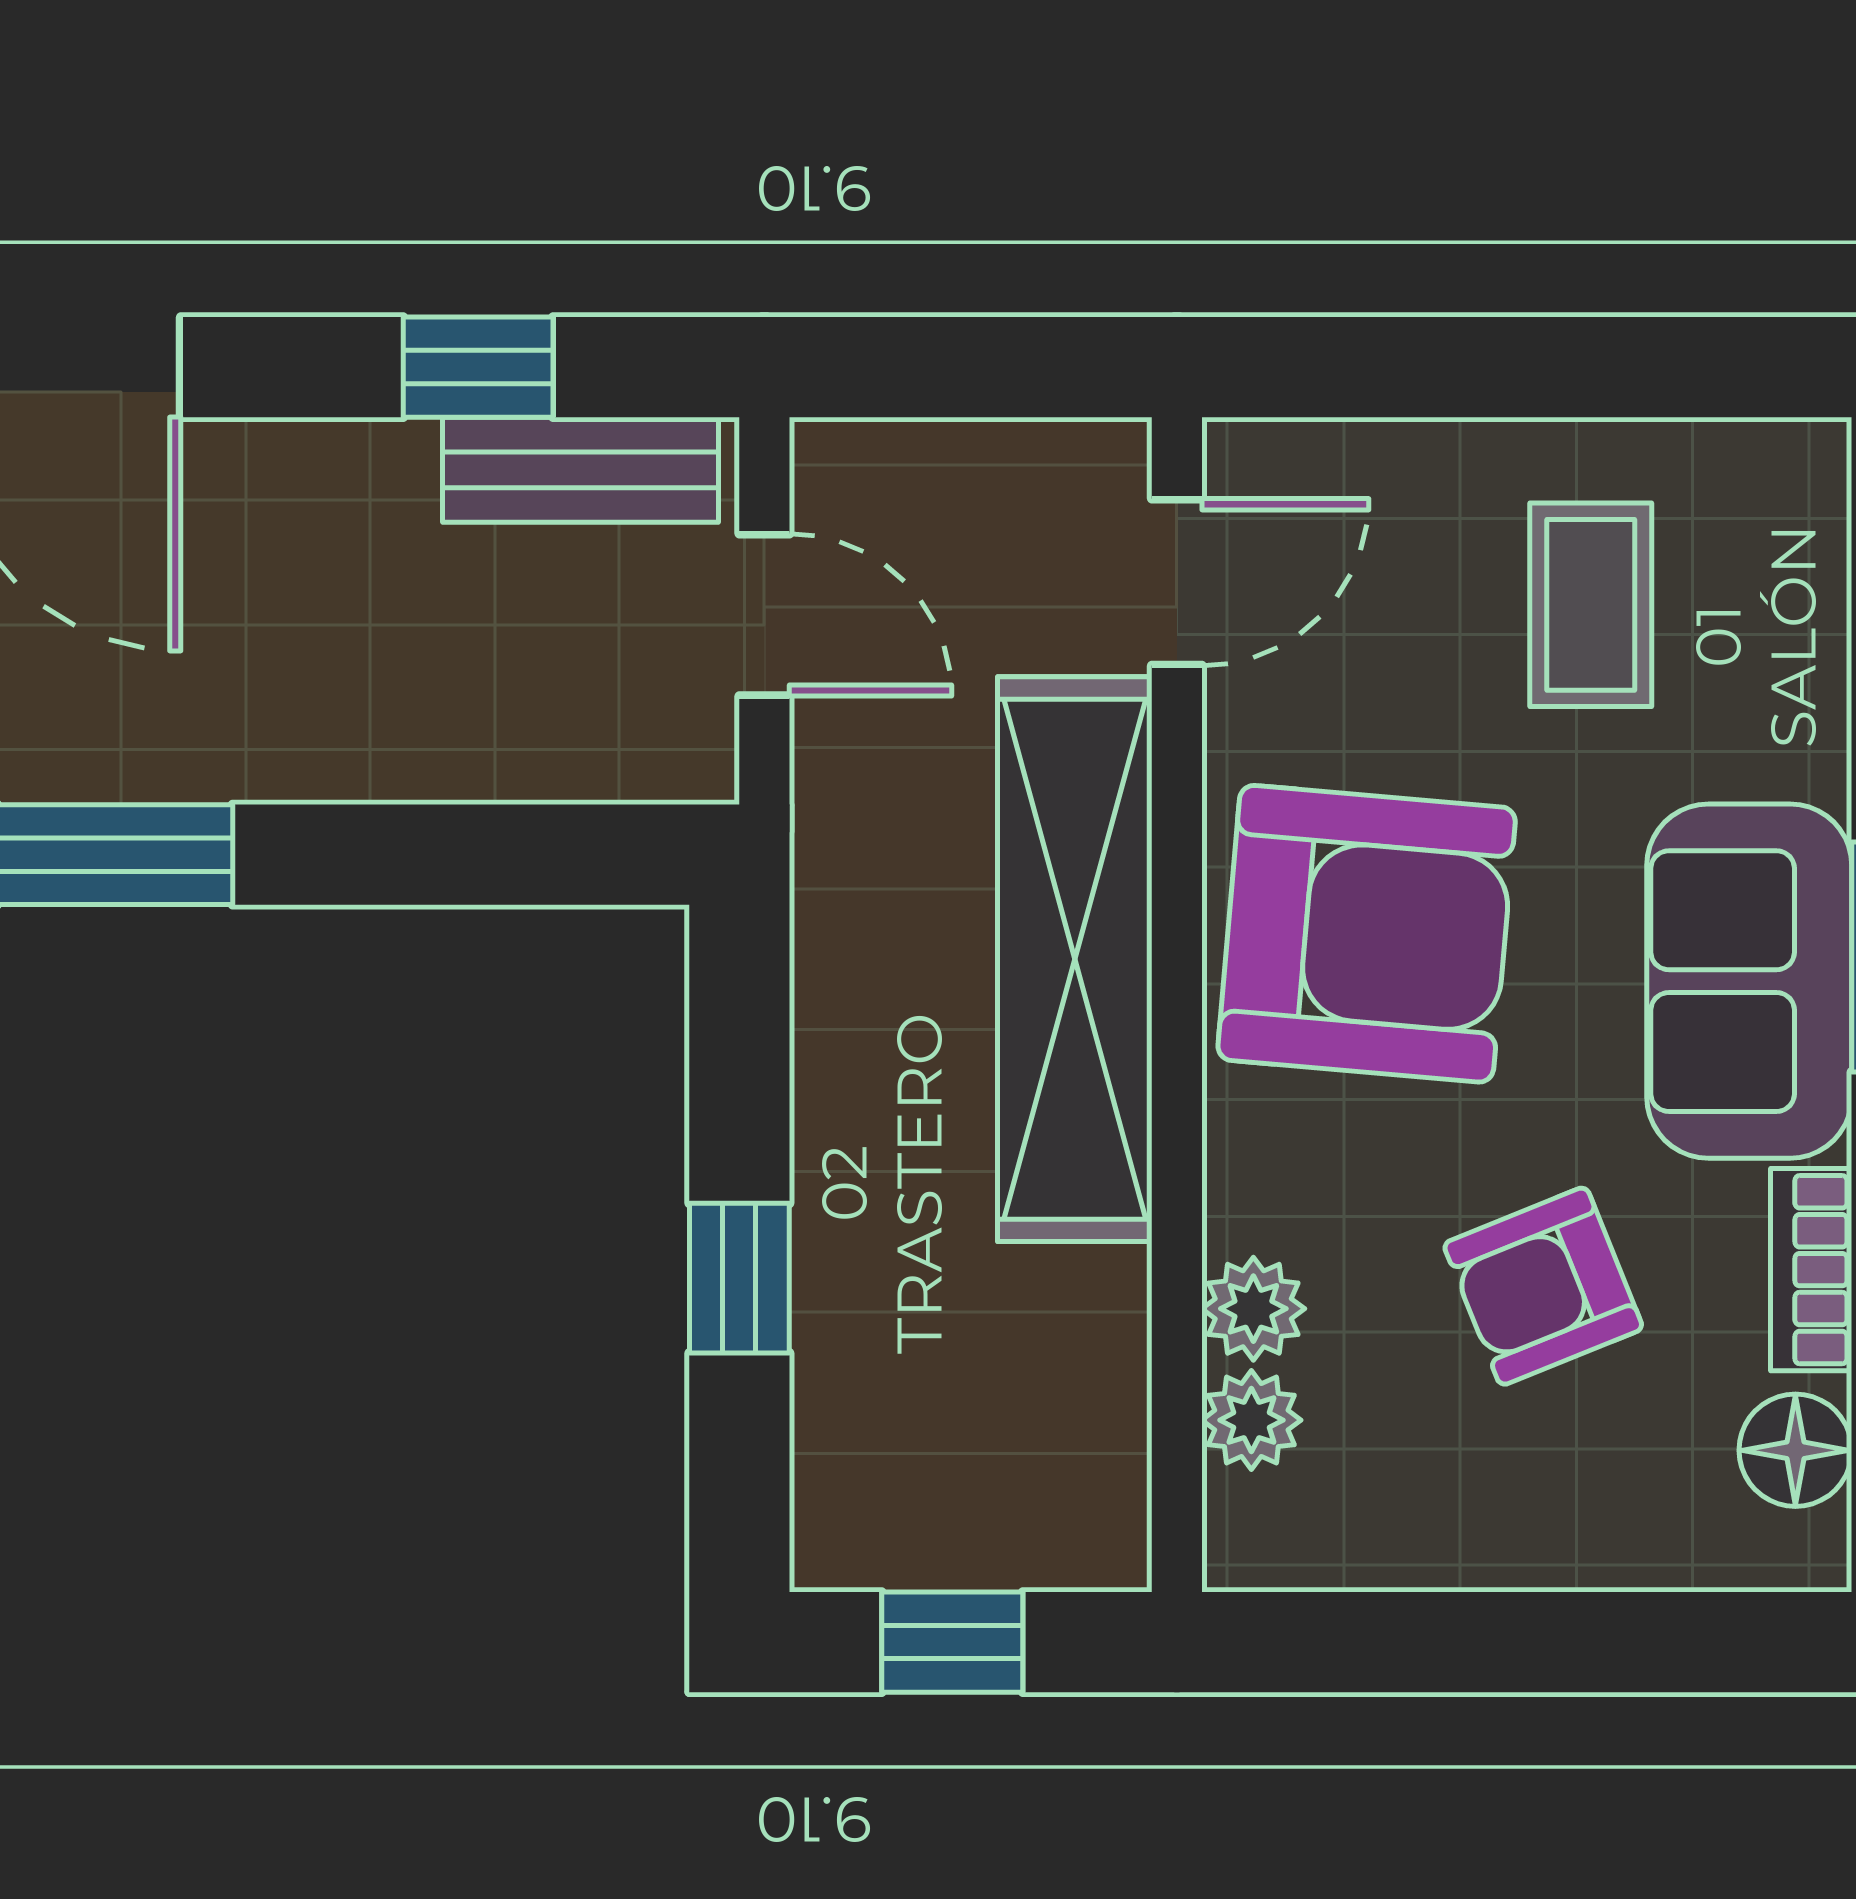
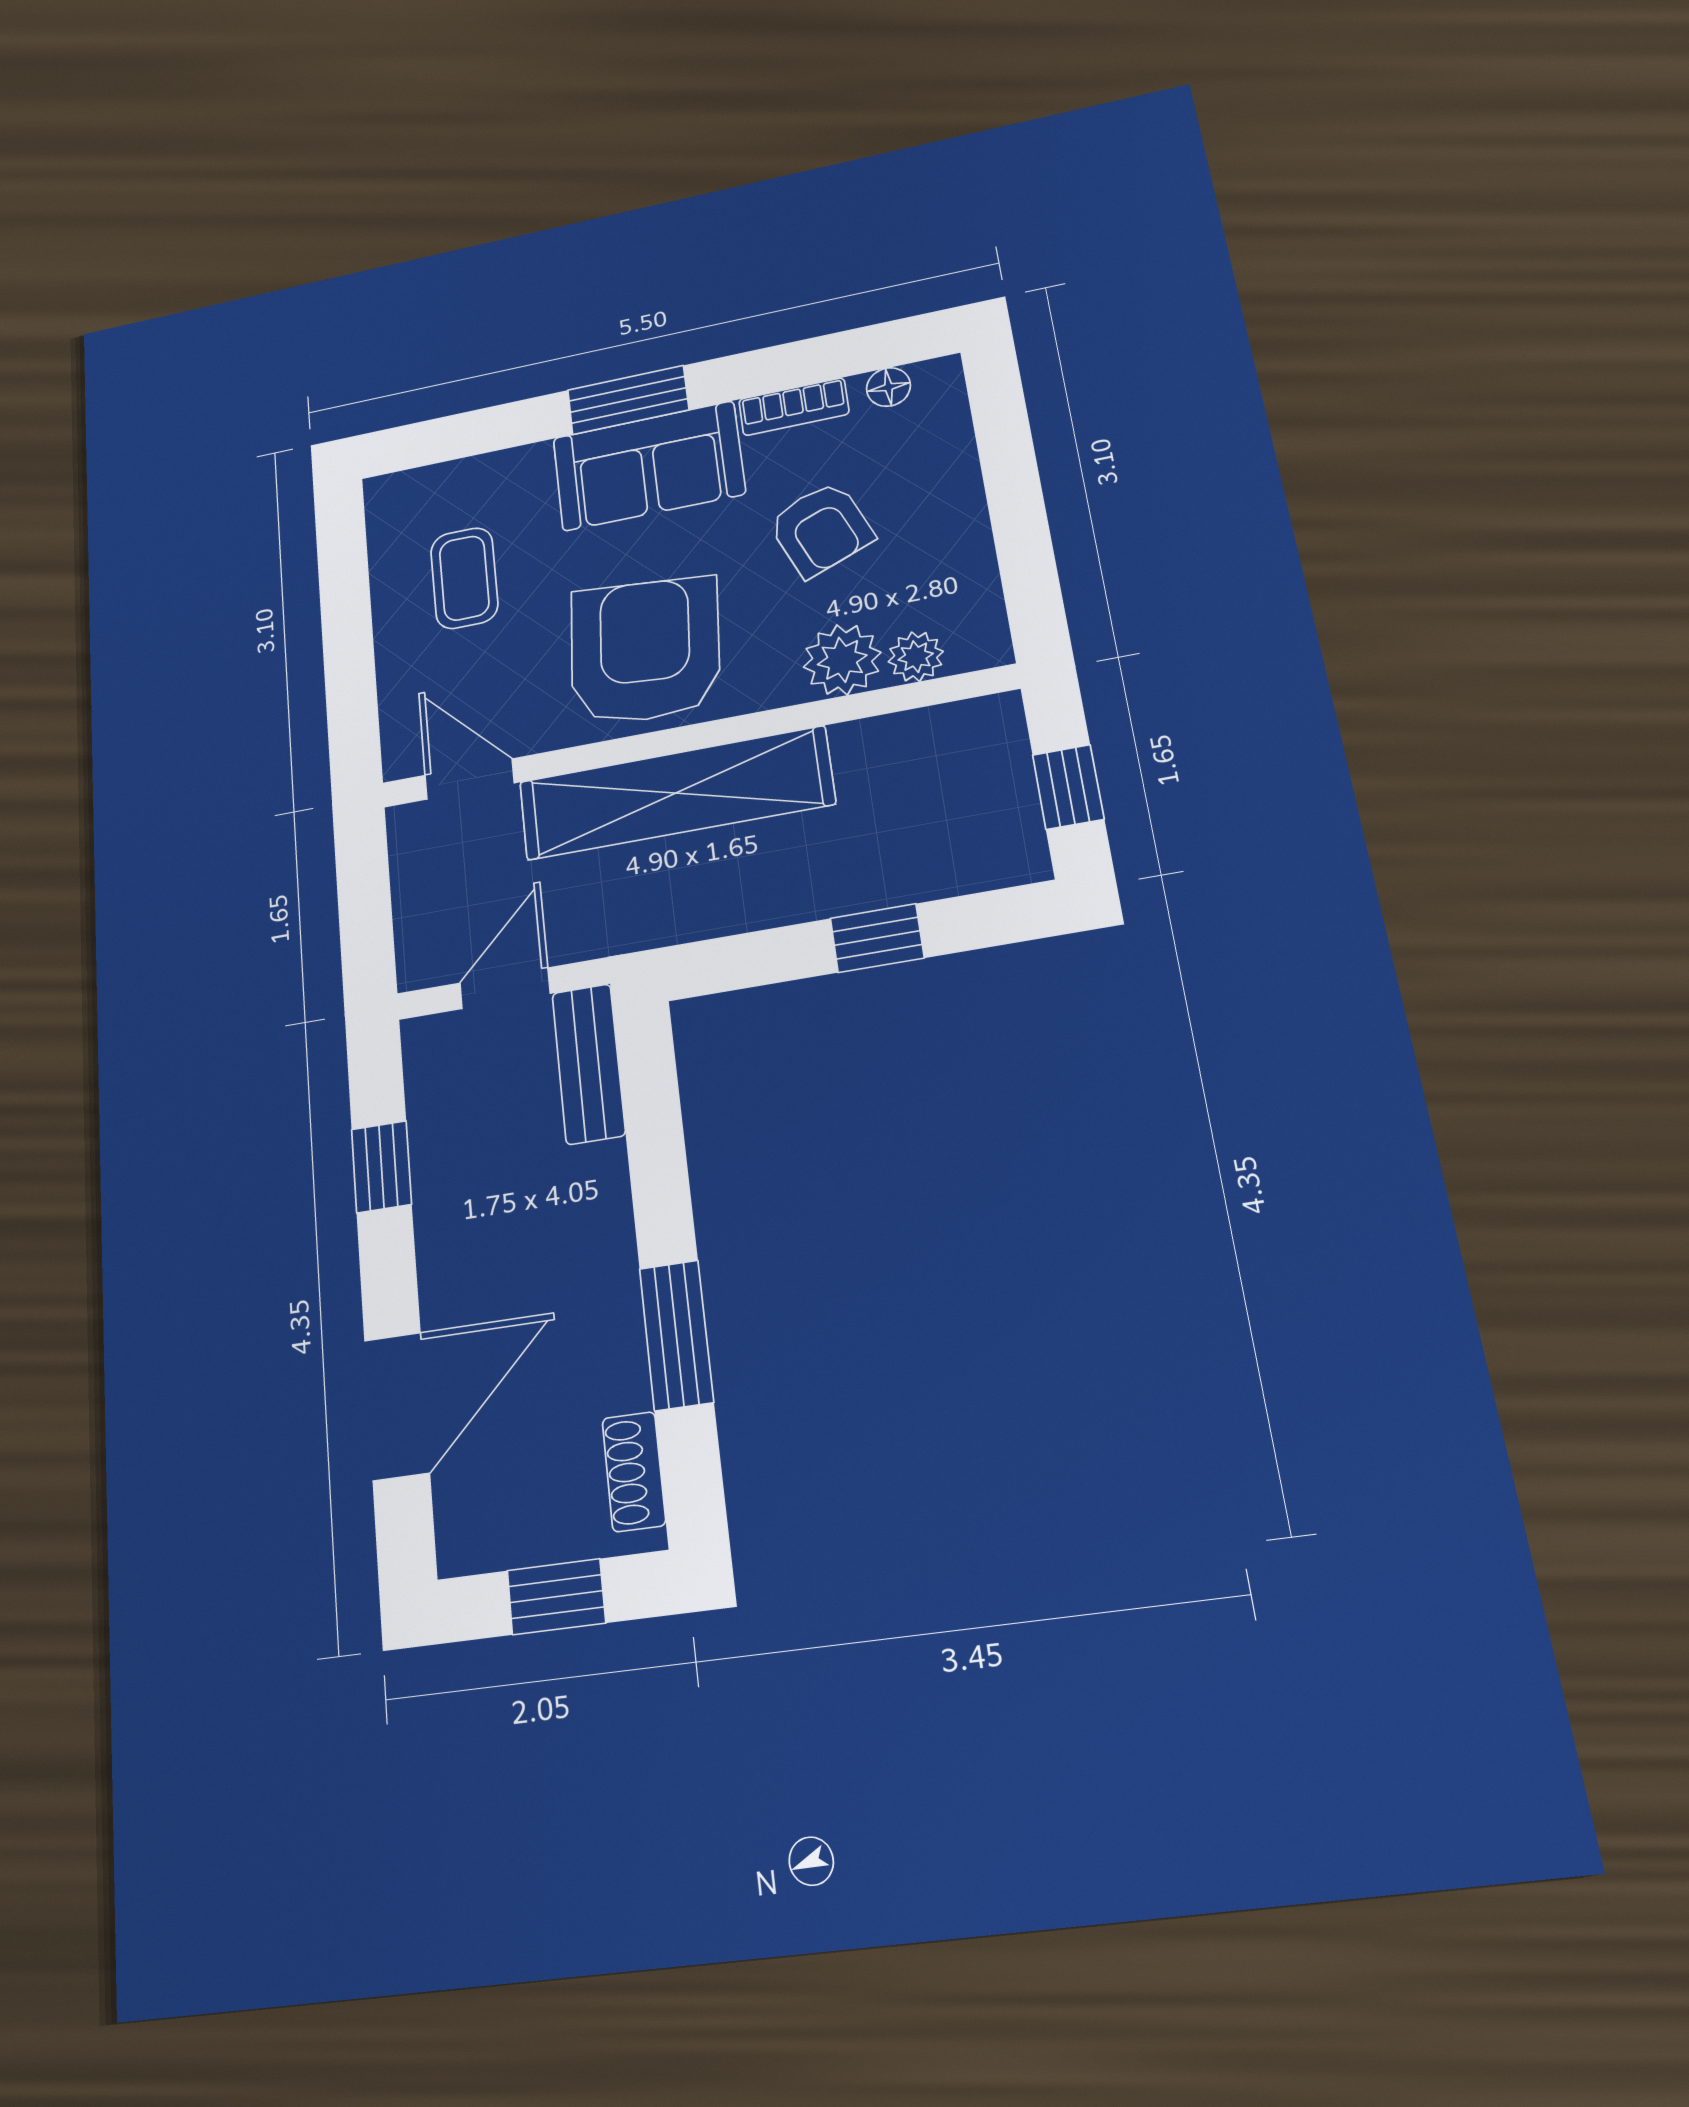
bench: (581, 470) -> (589, 1064), moved
coffee table: (1591, 605) -> (464, 578), turned 90
plant: (1253, 1309) -> (842, 660), width x1.38, depth x1.38
floor lamp: (1795, 1450) -> (888, 387), width x0.73, depth x0.73

